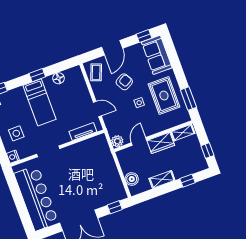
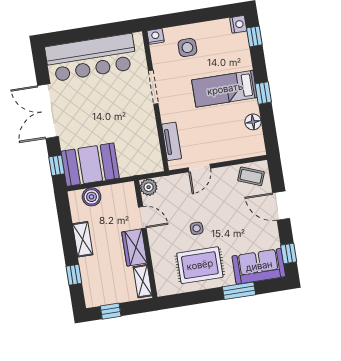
armchair: (124, 82) -> (230, 213), removed
window: (188, 99) -> (239, 291), moved
booth: (110, 184) -> (90, 165), added

